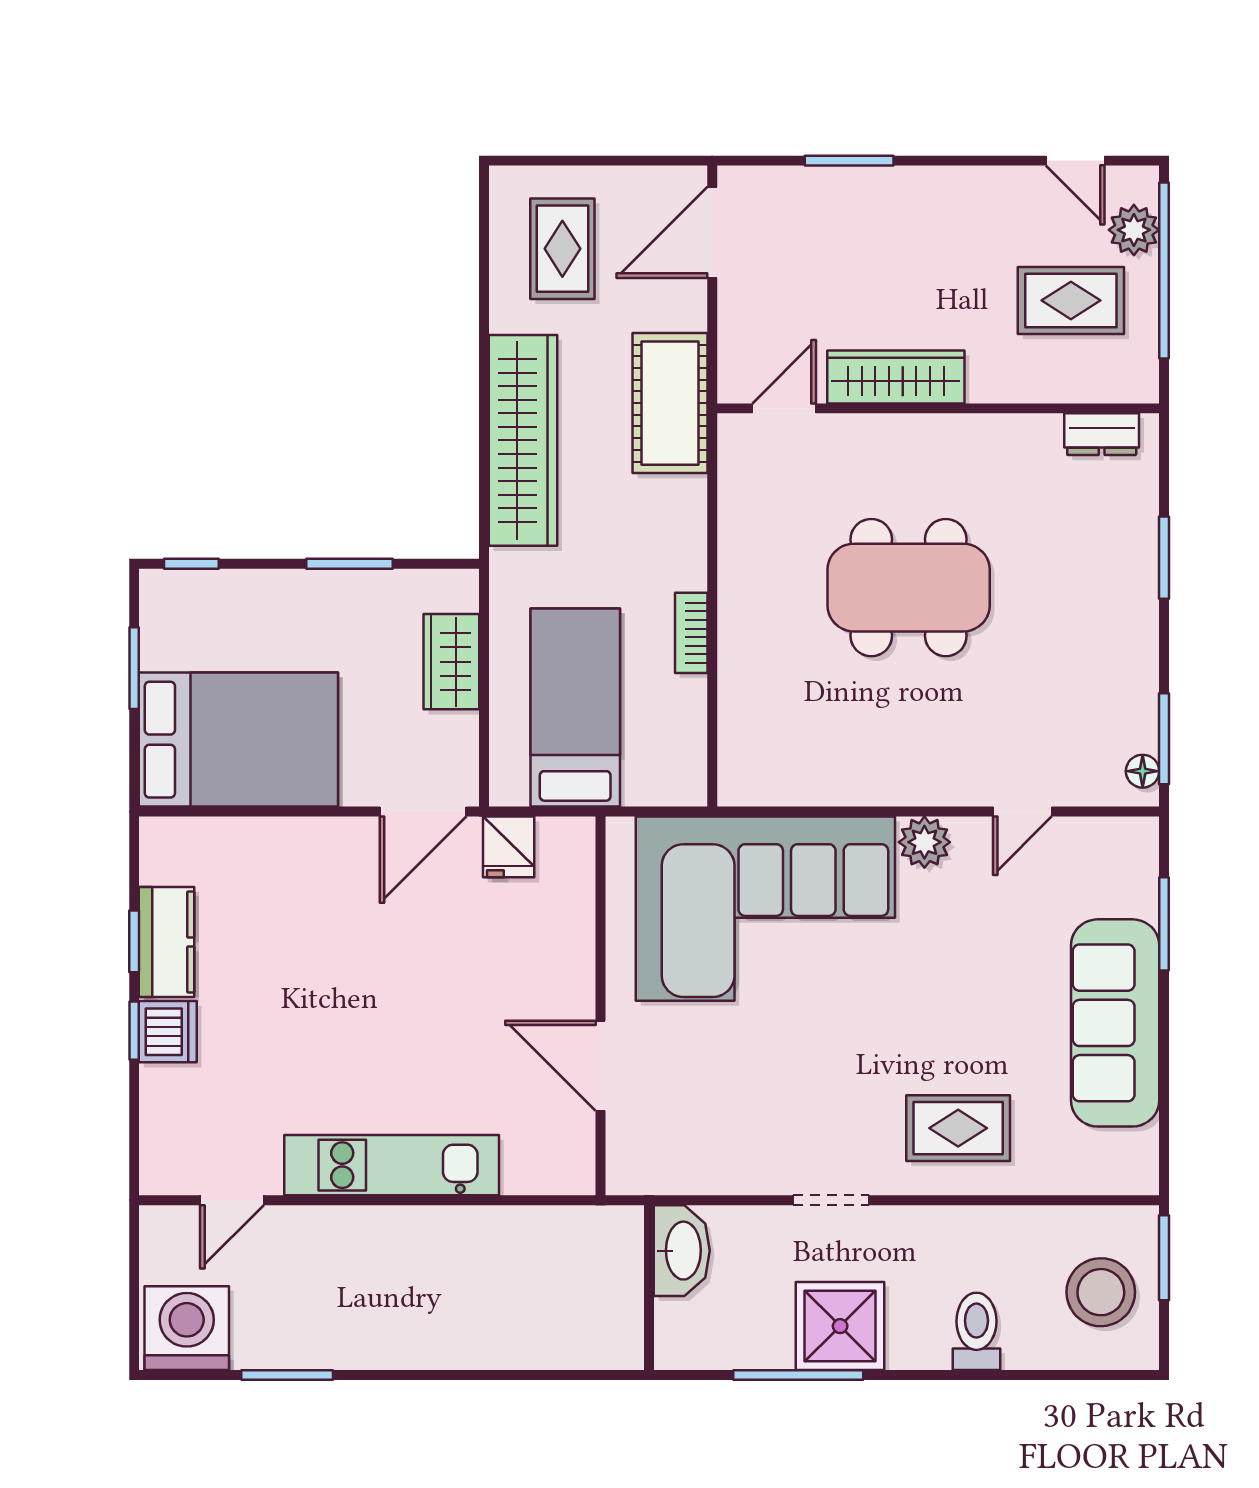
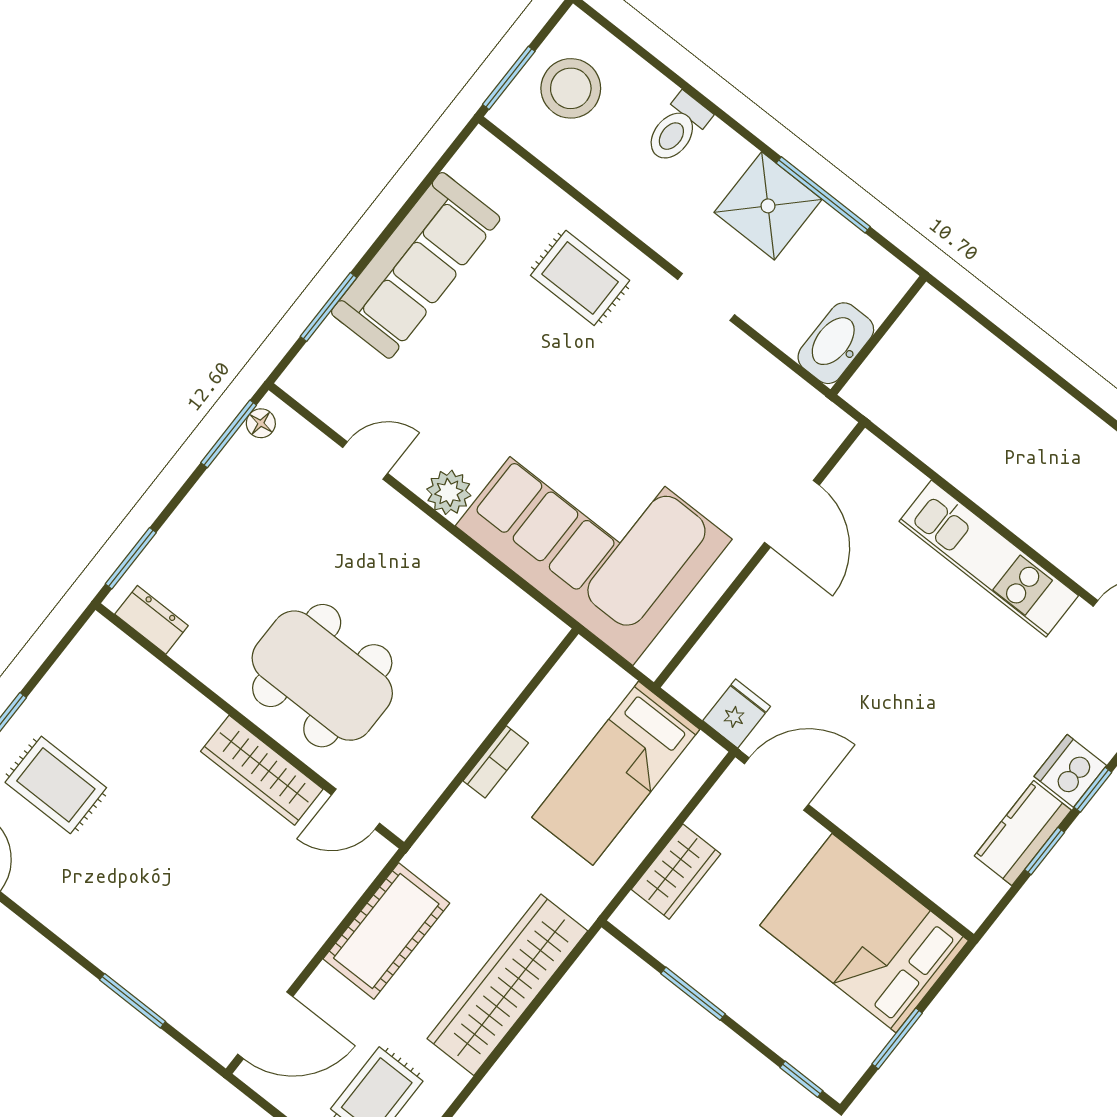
wardrobe: (896, 377) -> (262, 770), moved
door: (784, 408) -> (355, 809), moved
wall: (938, 408) -> (250, 726), moved
dresser: (1102, 434) -> (152, 620), moved

